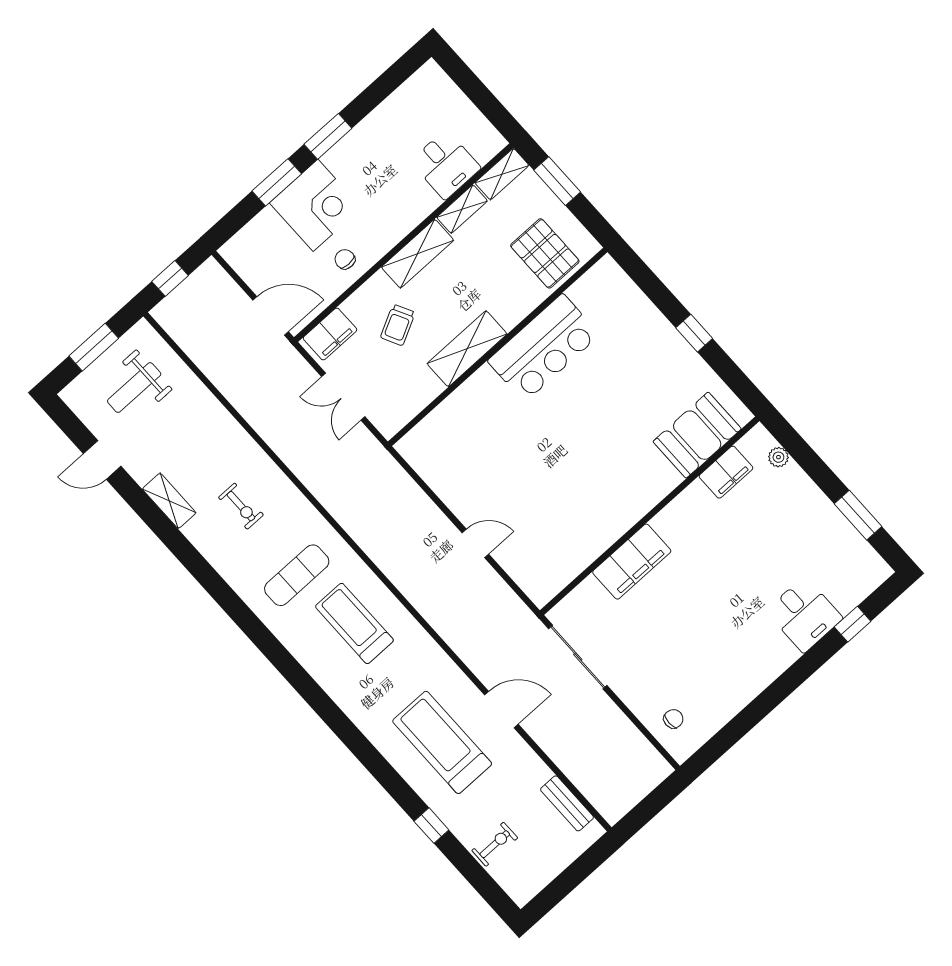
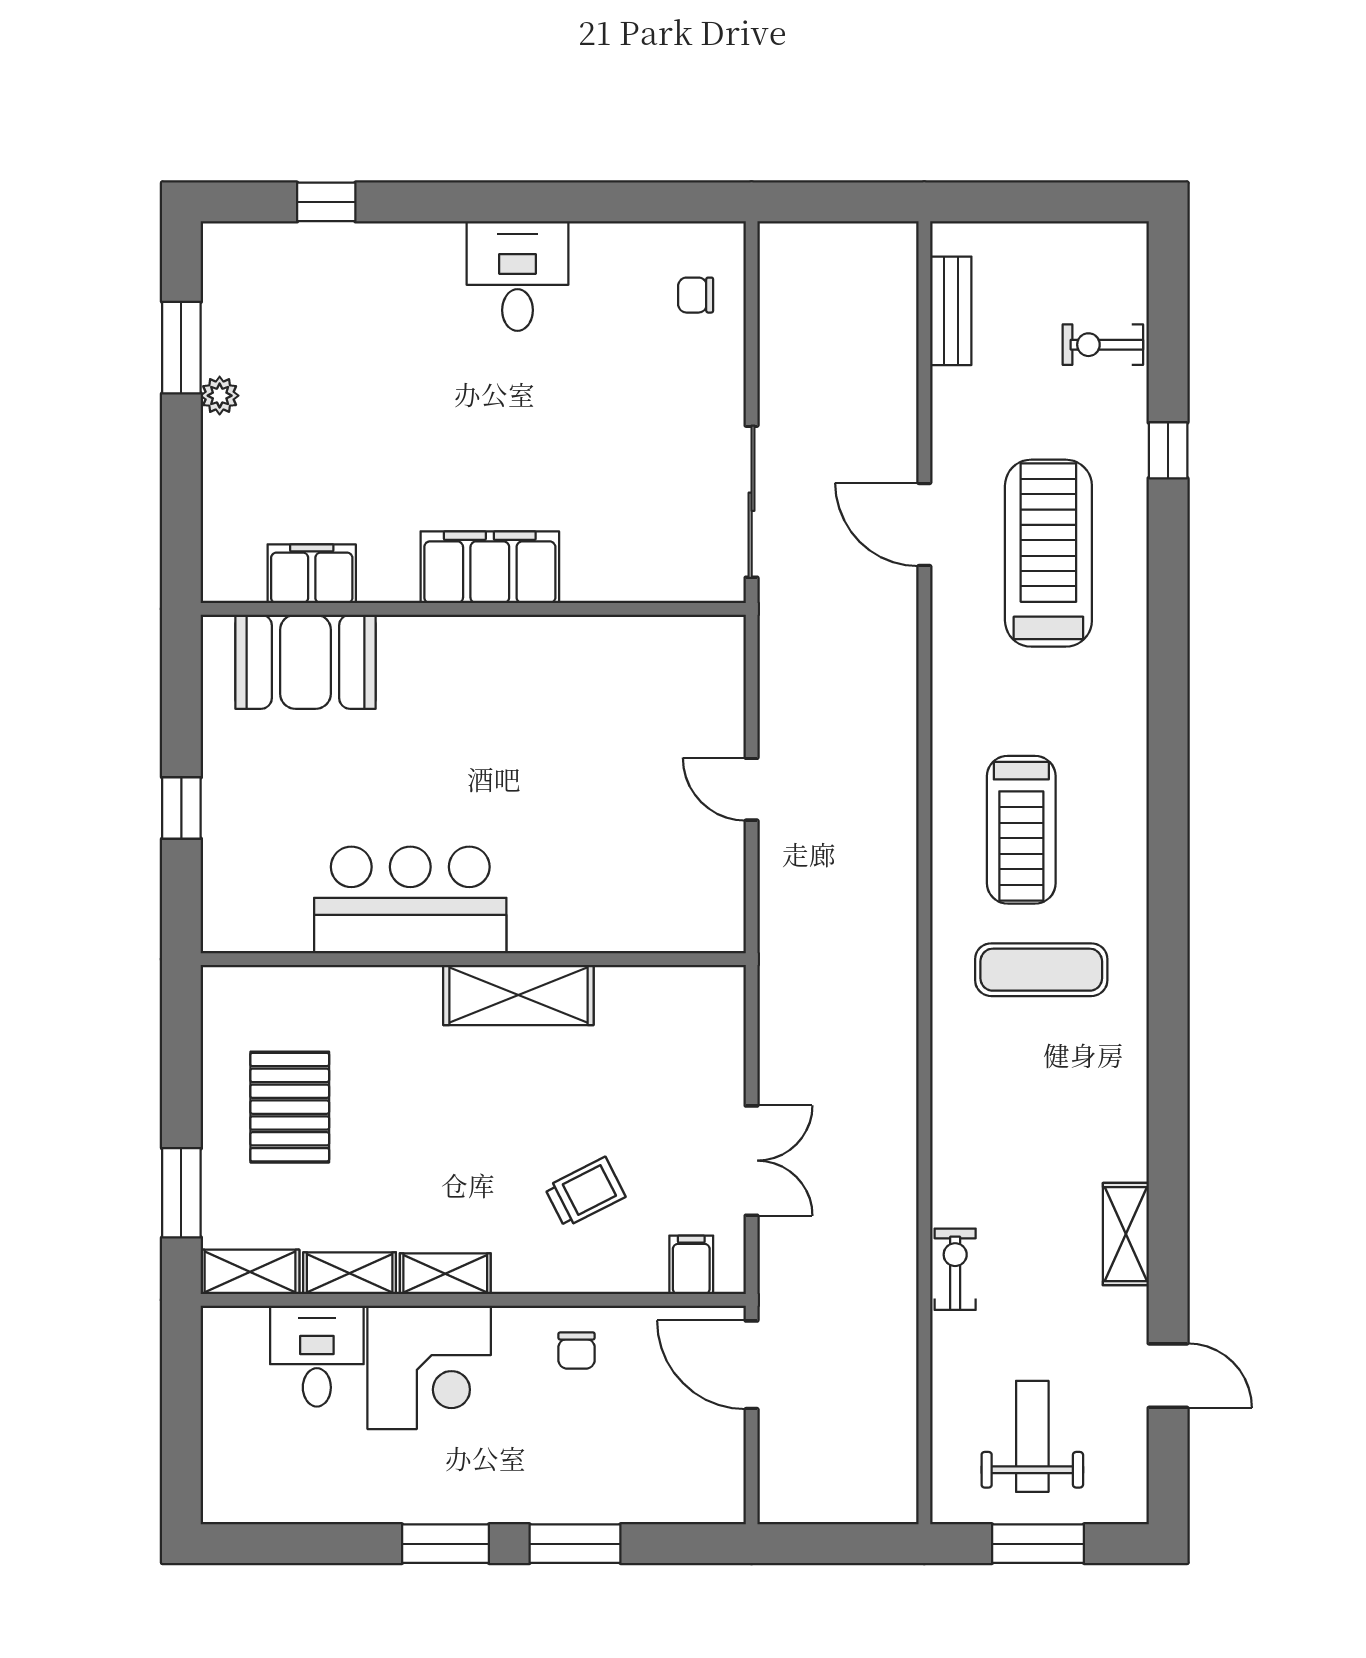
corner desk: (316, 205) -> (429, 1367), moved, turned 180
shelving: (418, 254) -> (445, 1274), width x0.67, depth x0.75
window: (170, 278) -> (845, 1544), removed
filing cabinet: (330, 334) -> (691, 1265), width x0.50
wall: (498, 347) -> (473, 959), moved
bar counter: (544, 348) -> (410, 900), moved
shelving: (467, 349) -> (518, 995), moved
weight bench: (134, 388) -> (1032, 1436), turned -90
plant: (778, 457) -> (220, 396), moved
exercise bike: (241, 506) -> (955, 1269), moved
filing cabinet: (632, 562) -> (490, 567), moved
desk: (804, 615) -> (517, 276), moved
treadmill: (442, 742) -> (1048, 553), turned 180

